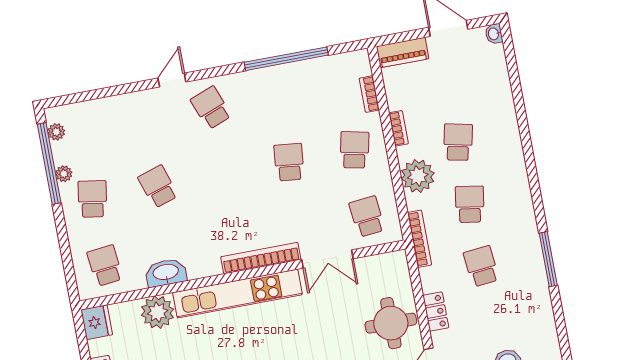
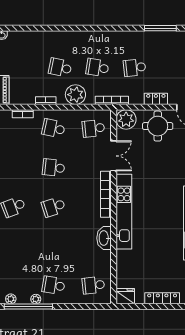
school desk: (158, 187) -> (54, 207), moved
window: (548, 259) -> (160, 28), moved
washbasin: (166, 273) -> (104, 238), moved
plant: (158, 312) -> (126, 119), moved

